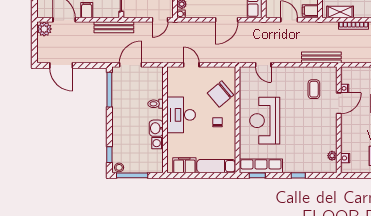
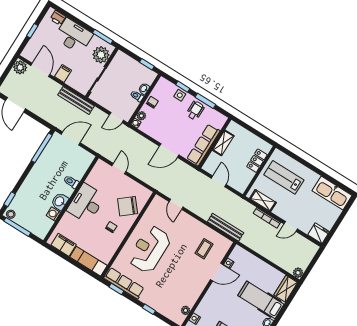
filing cabinet: (310, 11) -> (240, 185), removed

